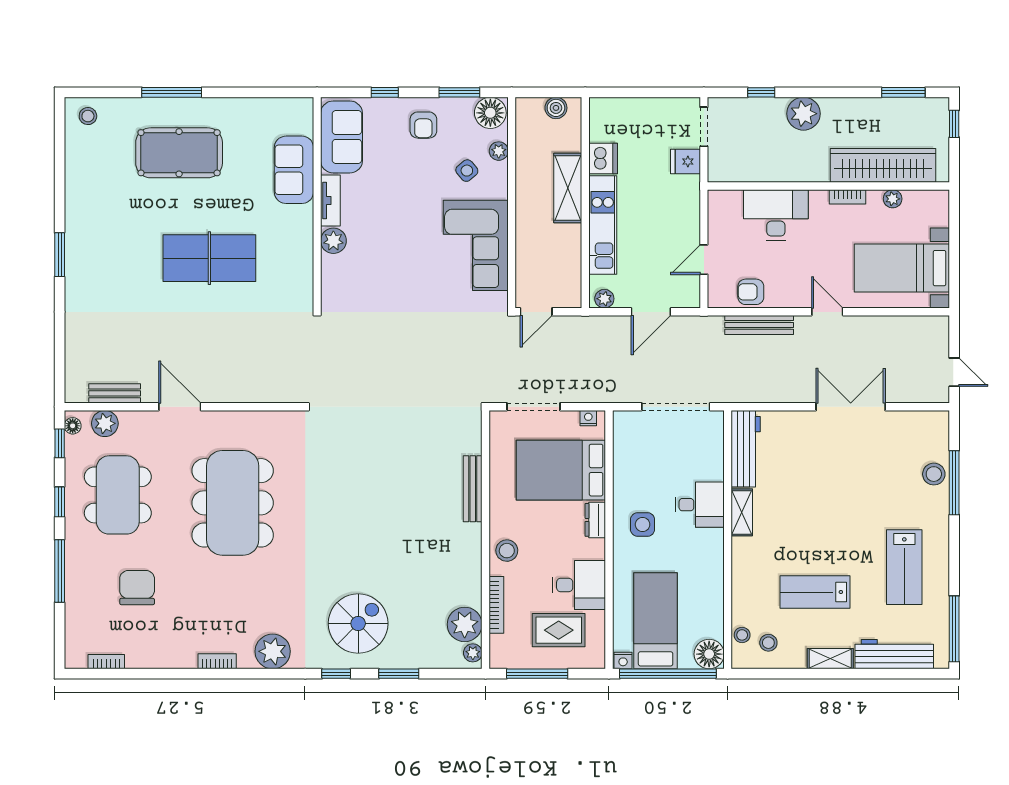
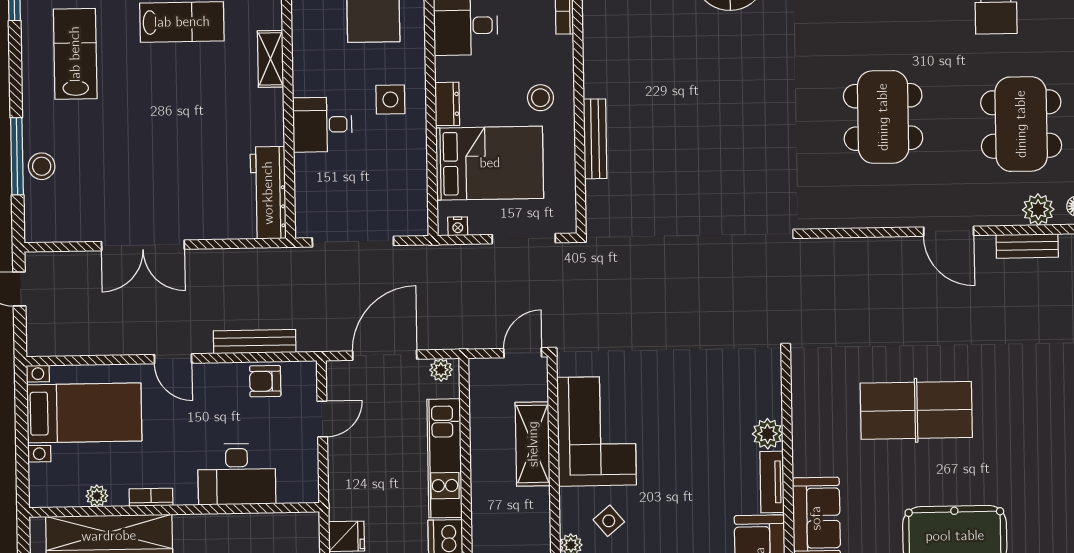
shelving: (568, 188) -> (533, 444), moved
armchair: (751, 292) -> (265, 381), turned 180
door: (651, 312) -> (385, 355), width x1.36
dining table: (233, 503) -> (883, 117), width x0.73, depth x0.80
shelving: (742, 512) -> (271, 59), moved
stool: (507, 551) -> (540, 98), moved

